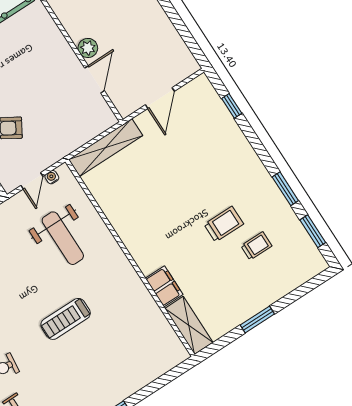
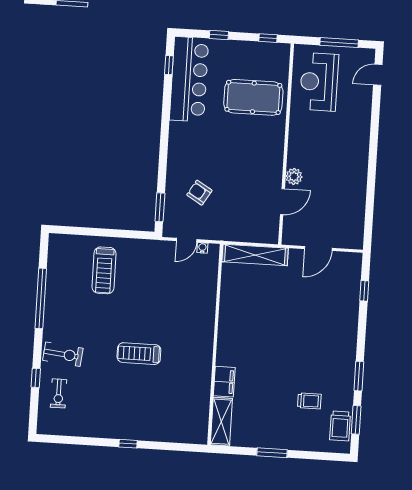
trolley: (224, 224) -> (340, 426), moved, turned 90
weight bench: (63, 238) -> (179, 296), removed

